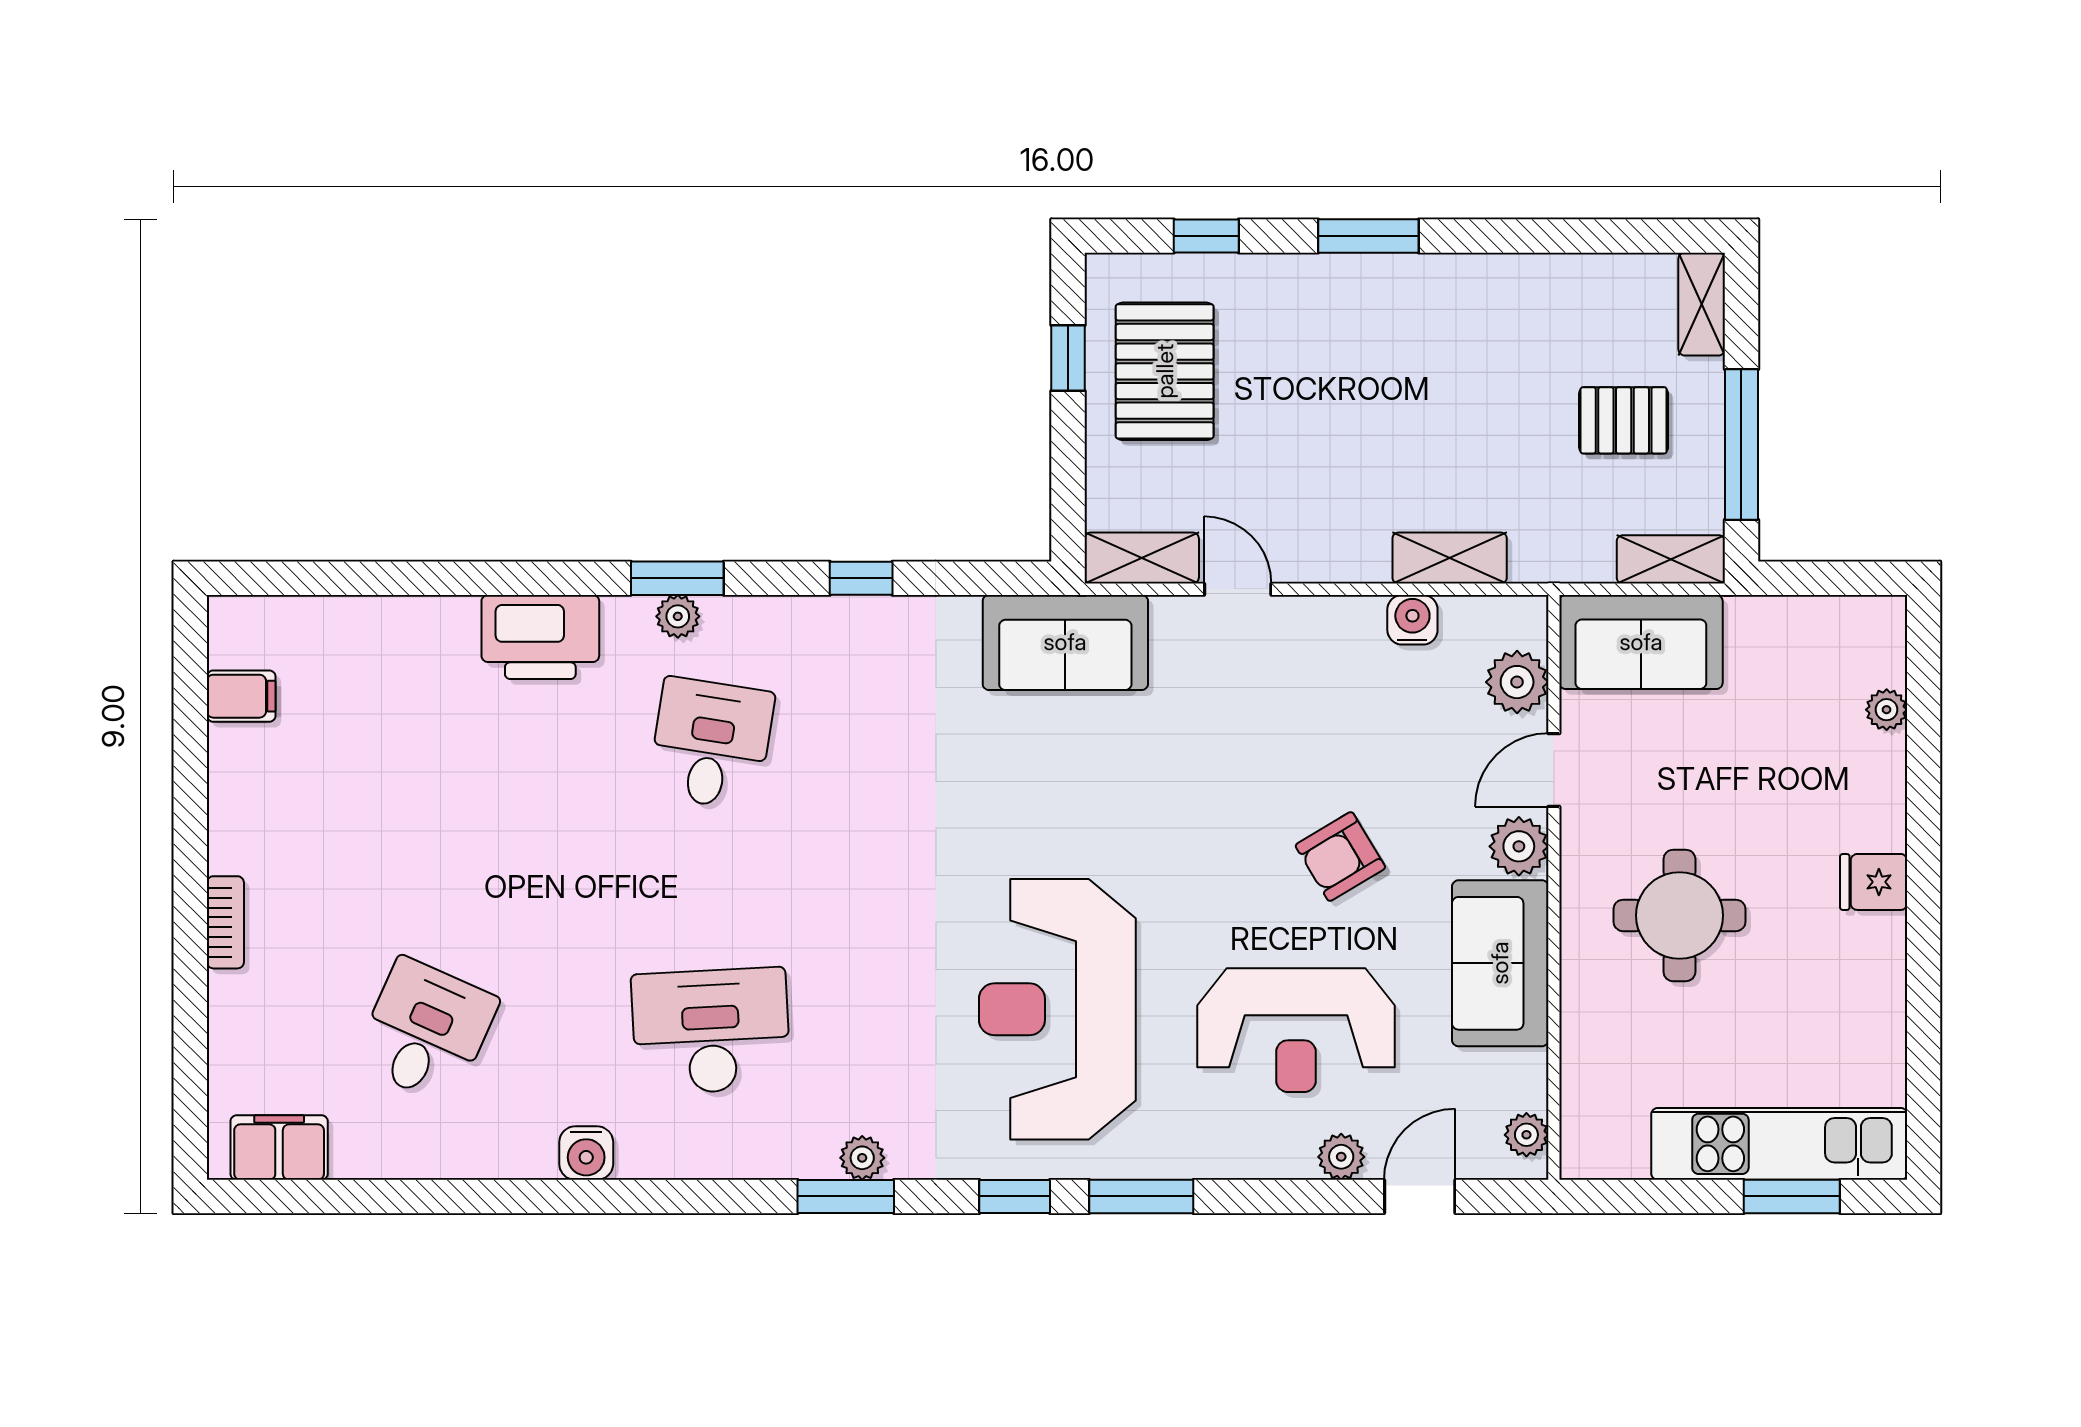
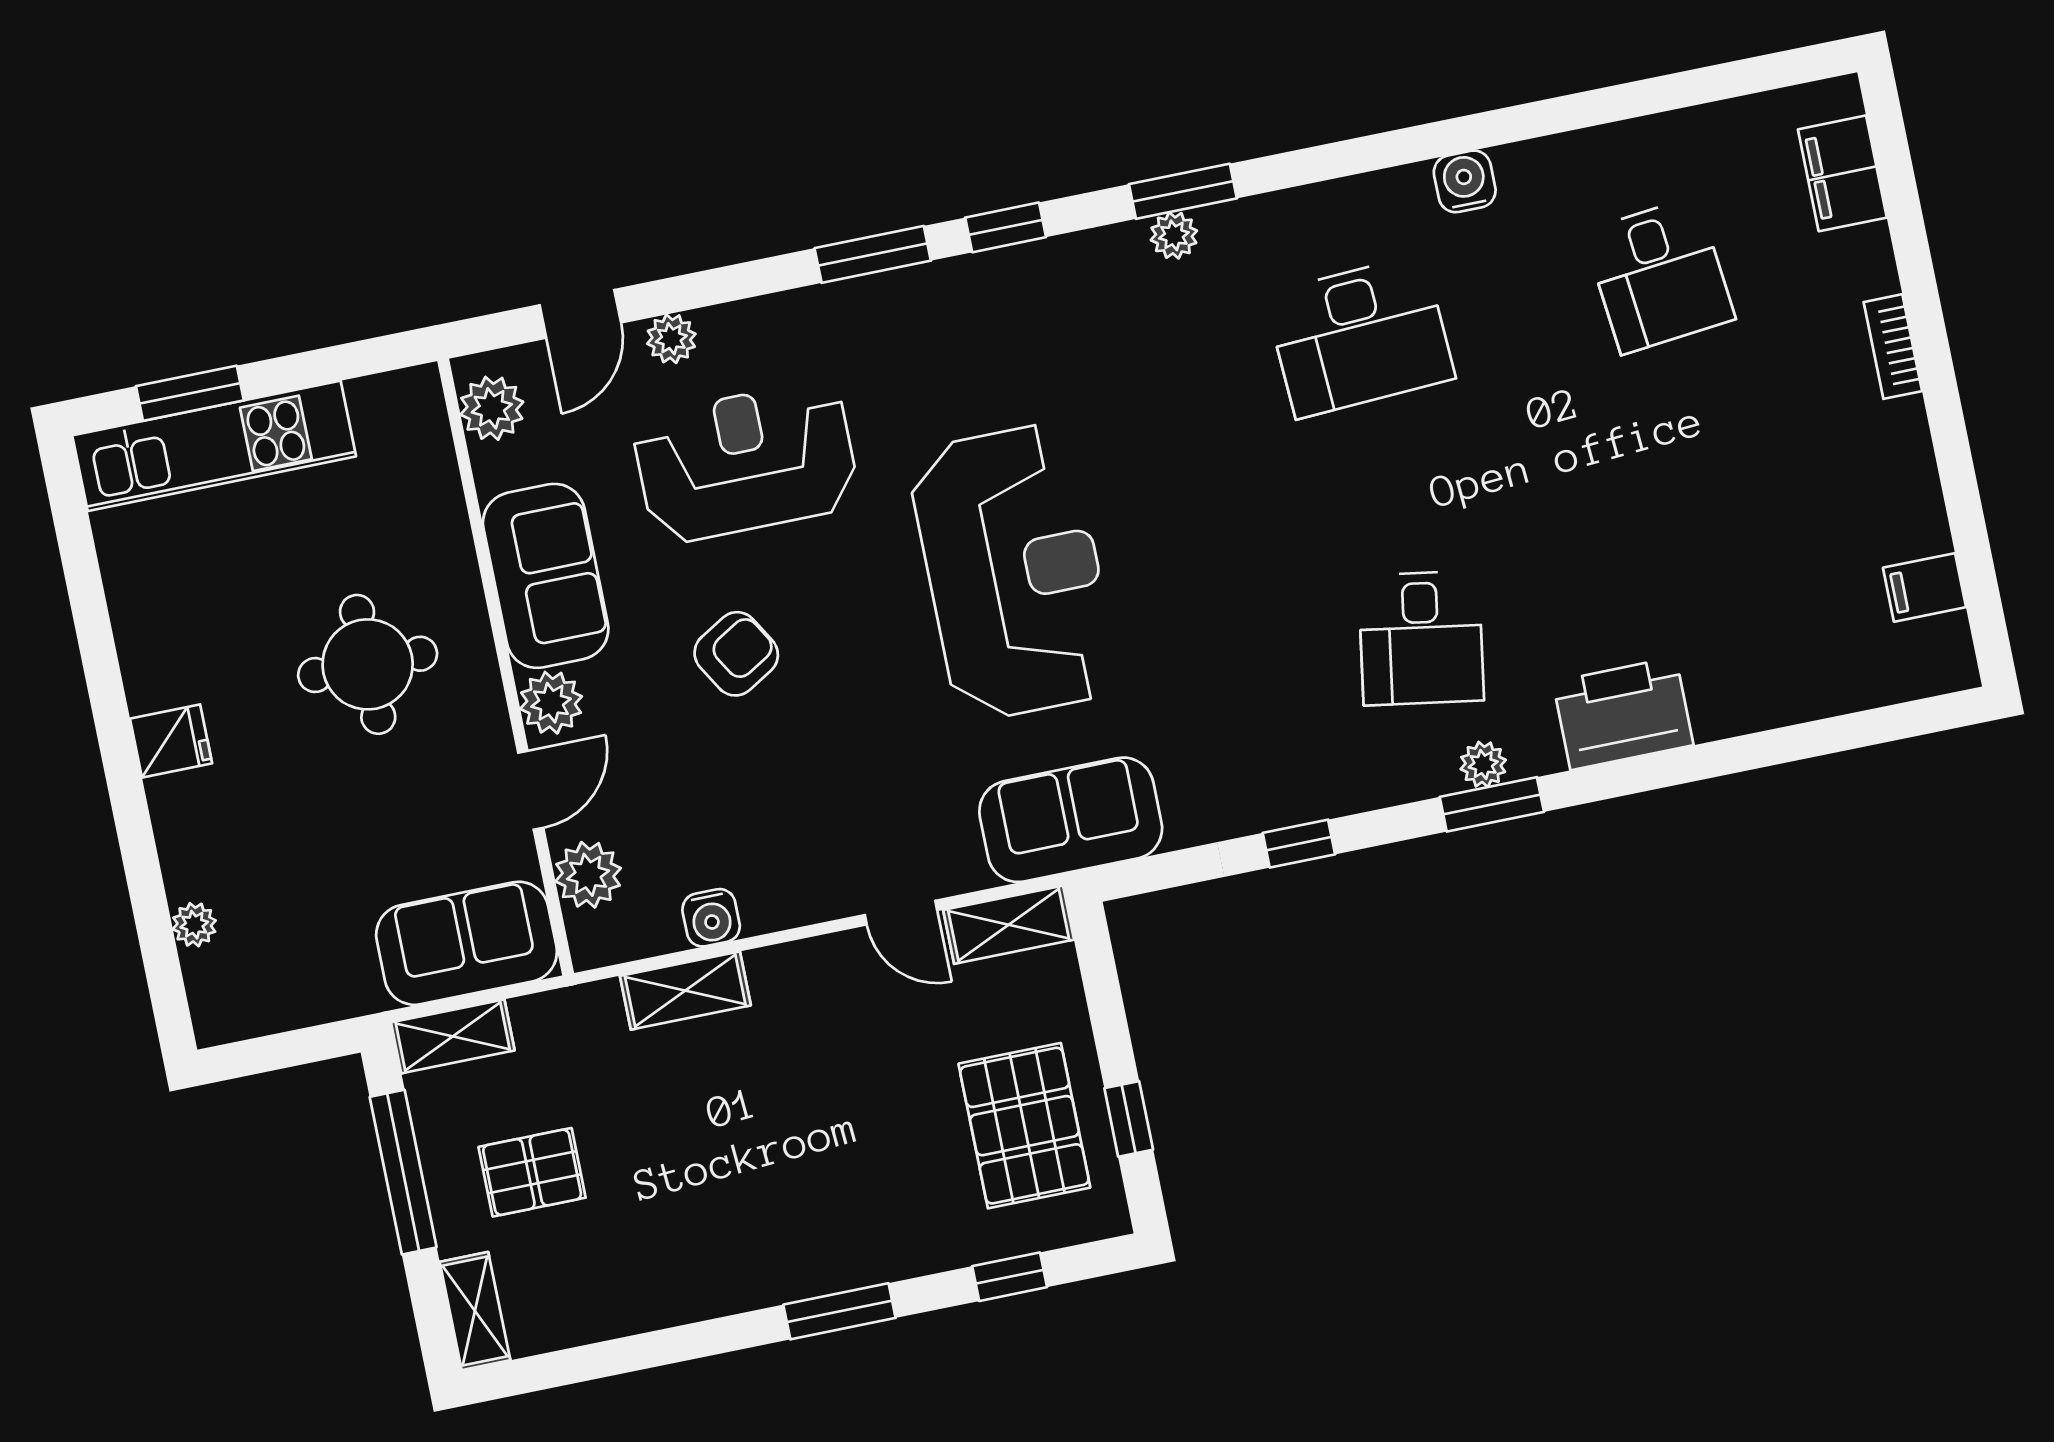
reception desk: (1057, 1009) -> (1014, 572), moved
desk: (426, 1031) -> (1659, 275), turned -30
plant: (1526, 1135) -> (492, 408), width x1.38, depth x1.38
filing cabinet: (279, 1148) -> (1842, 173), moved, turned 90

